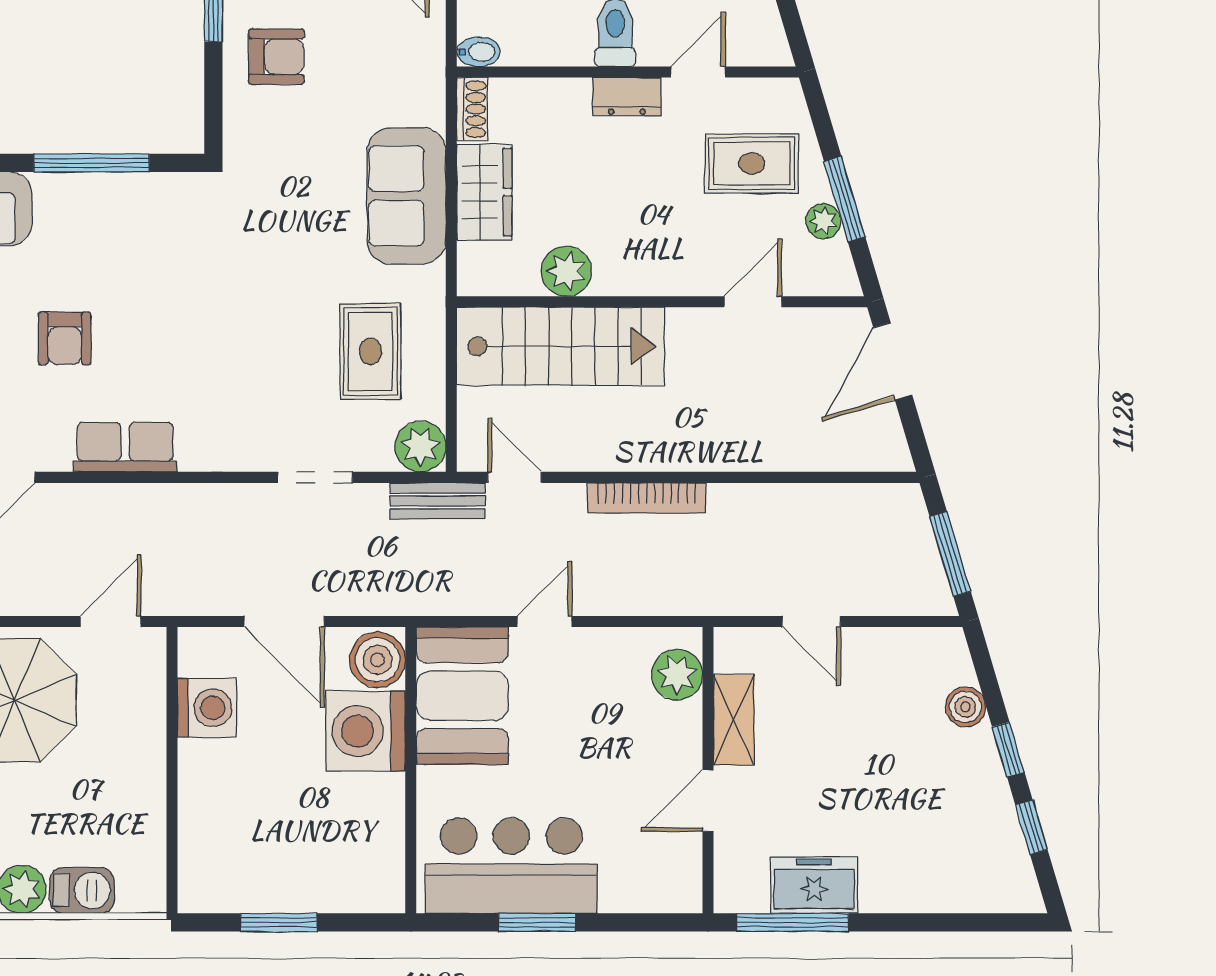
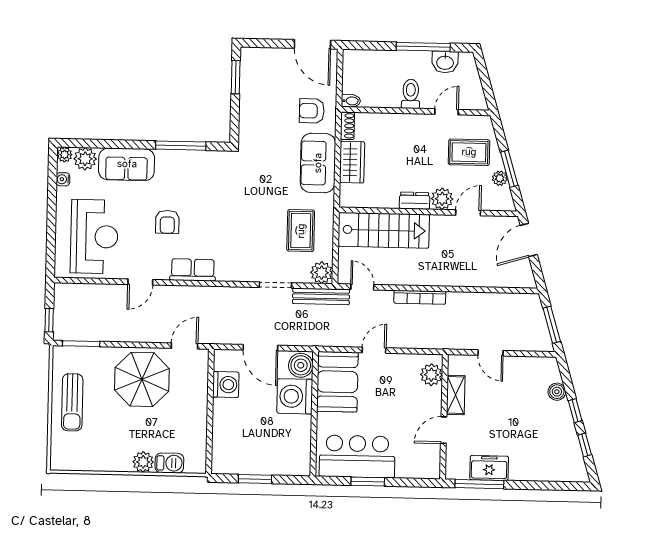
armchair: (276, 57) -> (312, 111), moved, turned 180
dresser: (627, 97) -> (415, 201), moved, turned 180
plant: (566, 271) -> (442, 199), moved
bench: (438, 501) -> (321, 296), width x1.36

